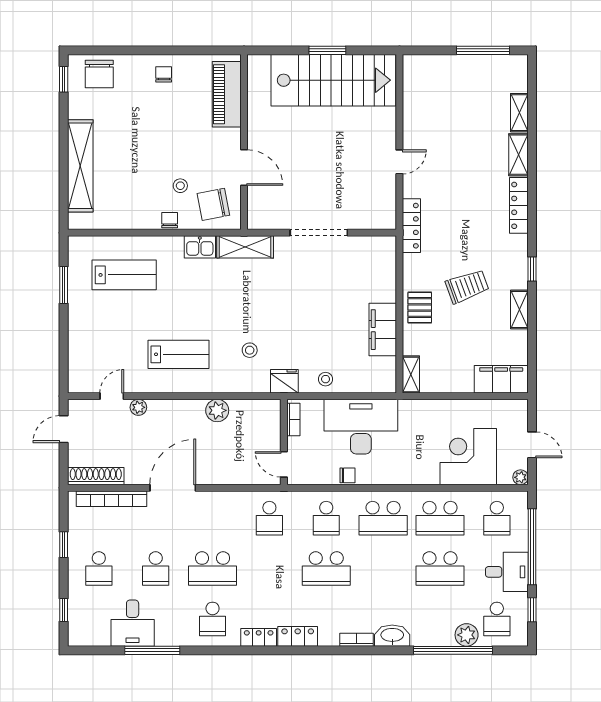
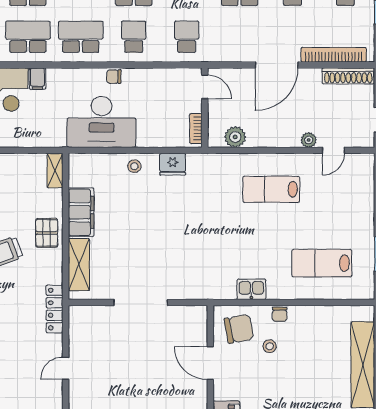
shelving: (245, 247) -> (79, 265), moved, turned 90
stool: (250, 350) -> (205, 193), removed
bookcase: (293, 420) -> (196, 129), moved
wall: (284, 442) -> (205, 108), moved
door: (284, 464) -> (205, 87), moved
filing cabinet: (430, 473) -> (37, 79), added

